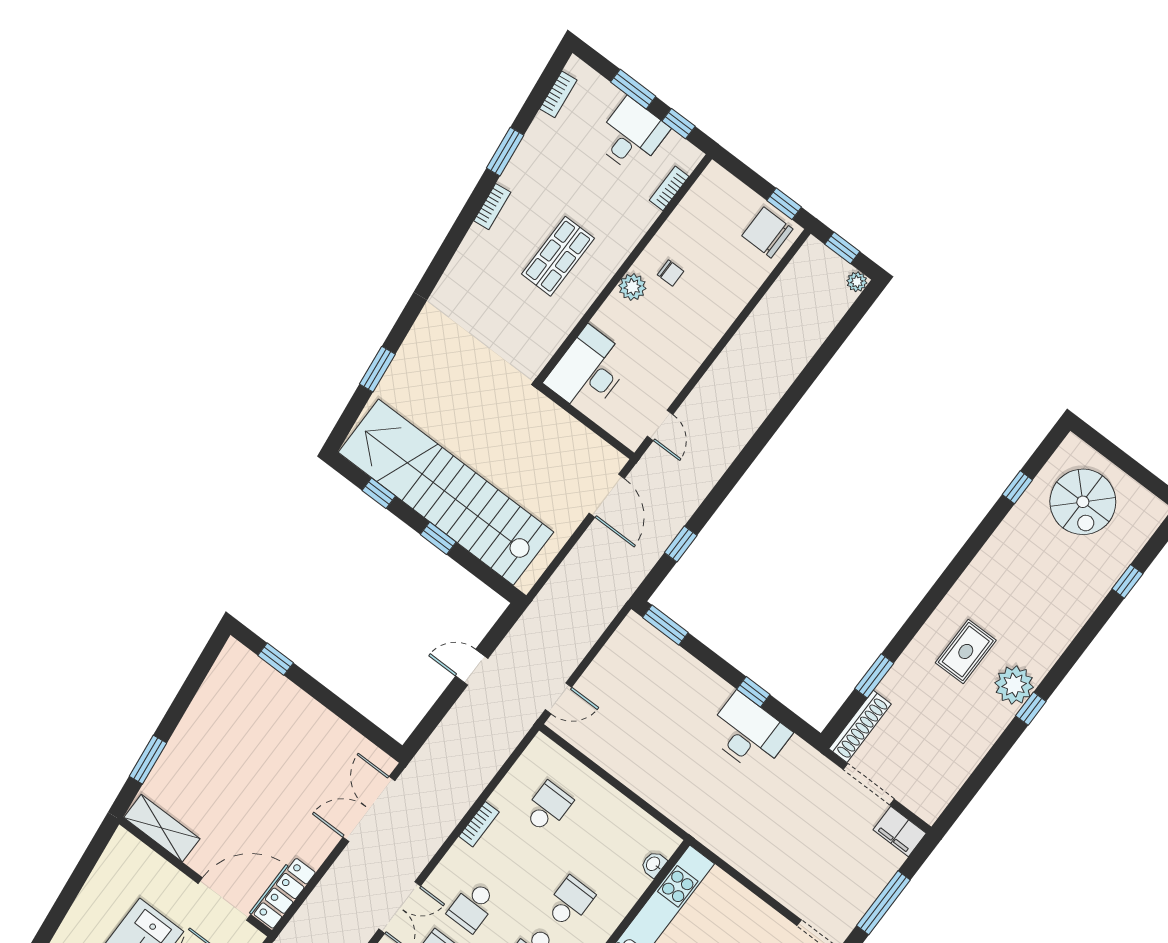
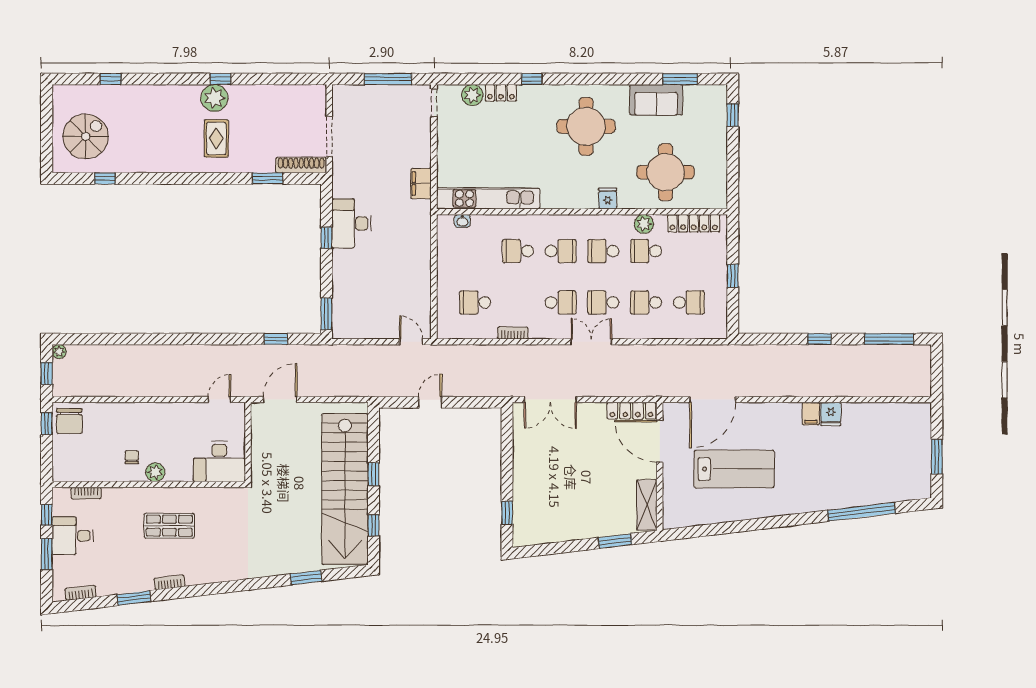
rug: (966, 651) -> (216, 138), turned 90
door: (472, 667) -> (430, 402), swing flipped
filing cabinet: (900, 831) -> (421, 183), moved, turned 180

